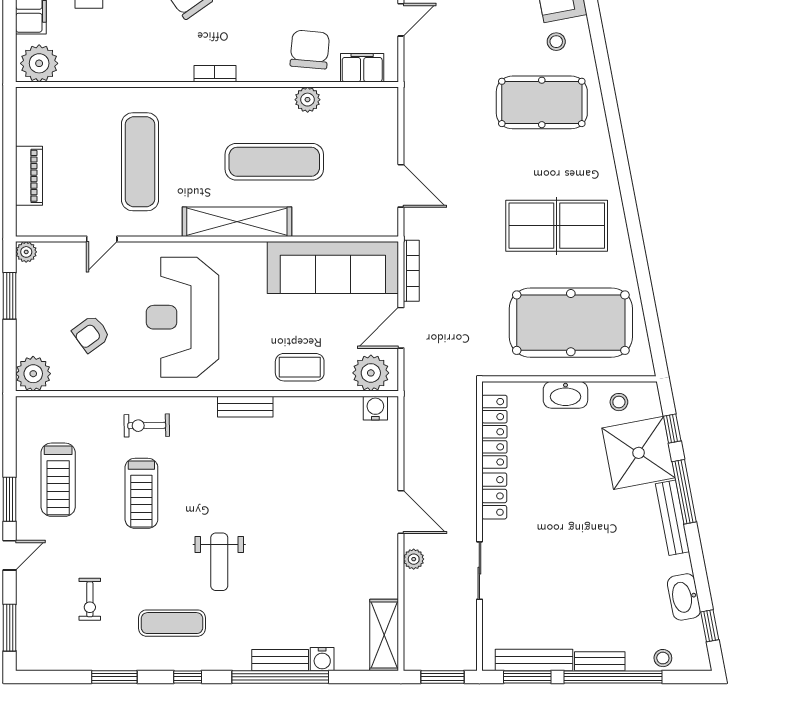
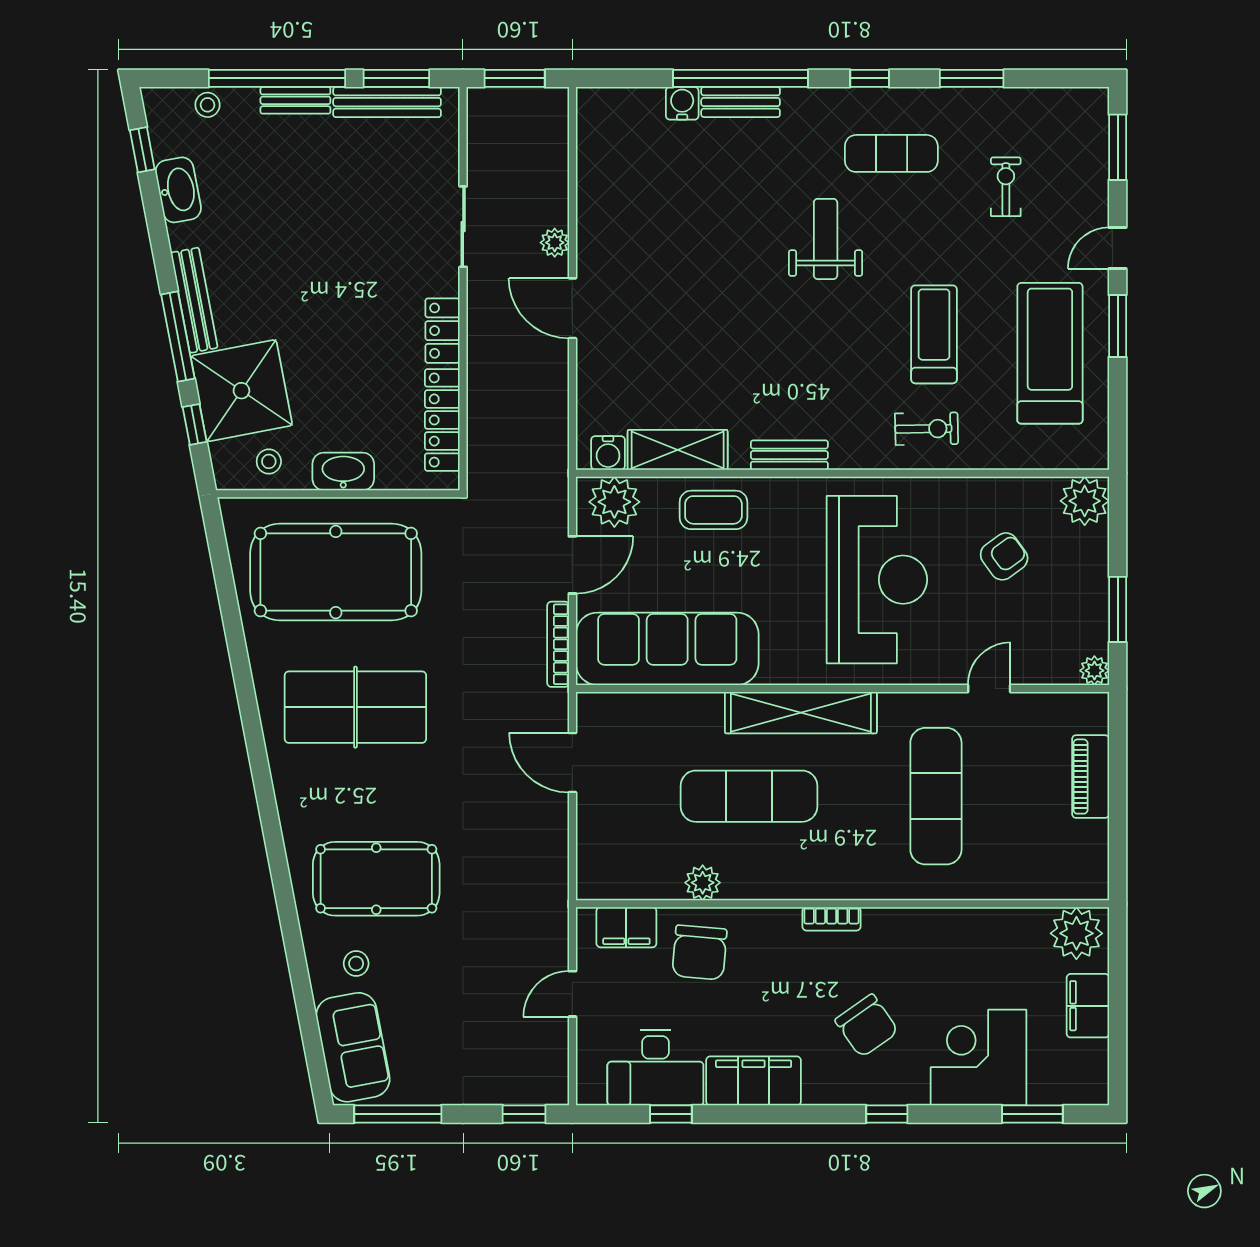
treadmill: (58, 480) -> (1050, 353), width x1.37, depth x1.38
shelving: (384, 635) -> (678, 450), moved, turned 90

